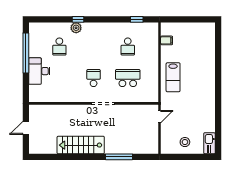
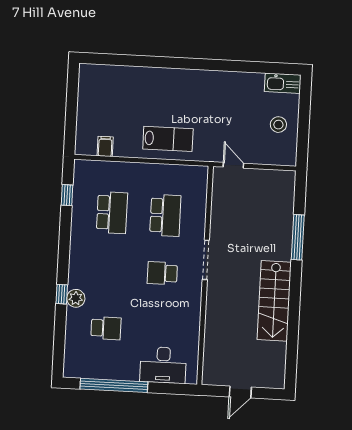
school desk: (128, 47) -> (112, 213), width x1.85
desk: (39, 71) -> (163, 365), moved
school desk: (128, 78) -> (165, 215), turned 180
door: (26, 128) -> (240, 392), hinge flipped

